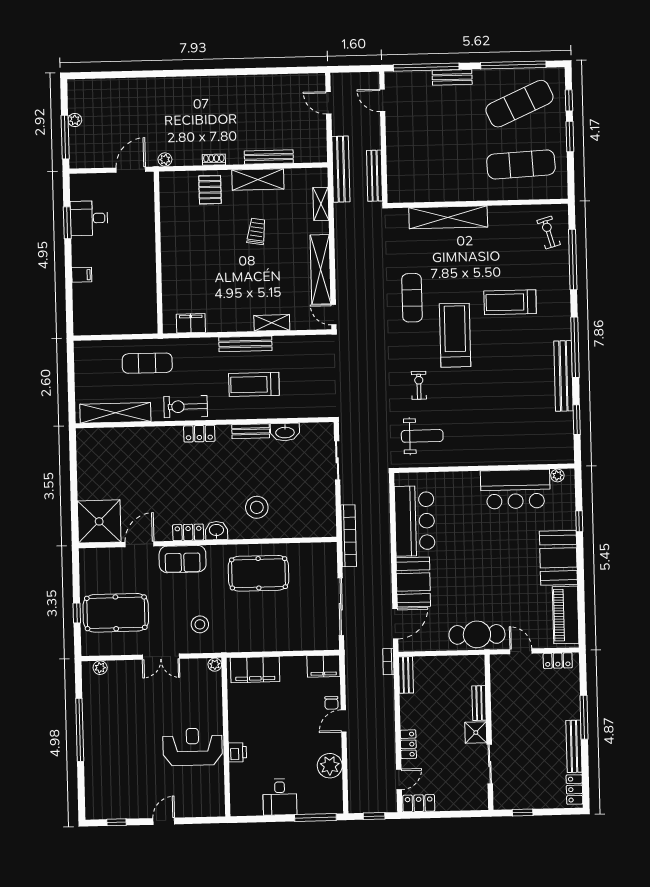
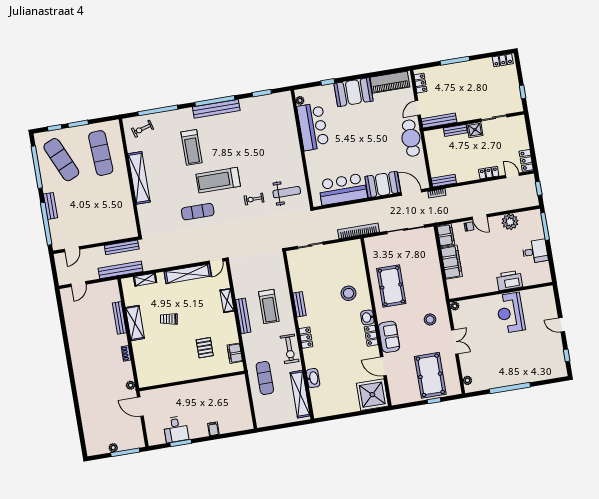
pallet: (210, 190) -> (205, 348), moved, turned 90
shelving: (448, 217) -> (139, 178), moved
bench: (563, 376) -> (216, 109), moved
washbasin: (285, 432) -> (313, 378), moved
weight bench: (422, 436) -> (287, 192), turned 90
filing cabinet: (255, 670) -> (451, 262), moved
bench: (574, 746) -> (439, 120), moved
printer: (237, 752) -> (509, 280), width x1.87, depth x1.48

